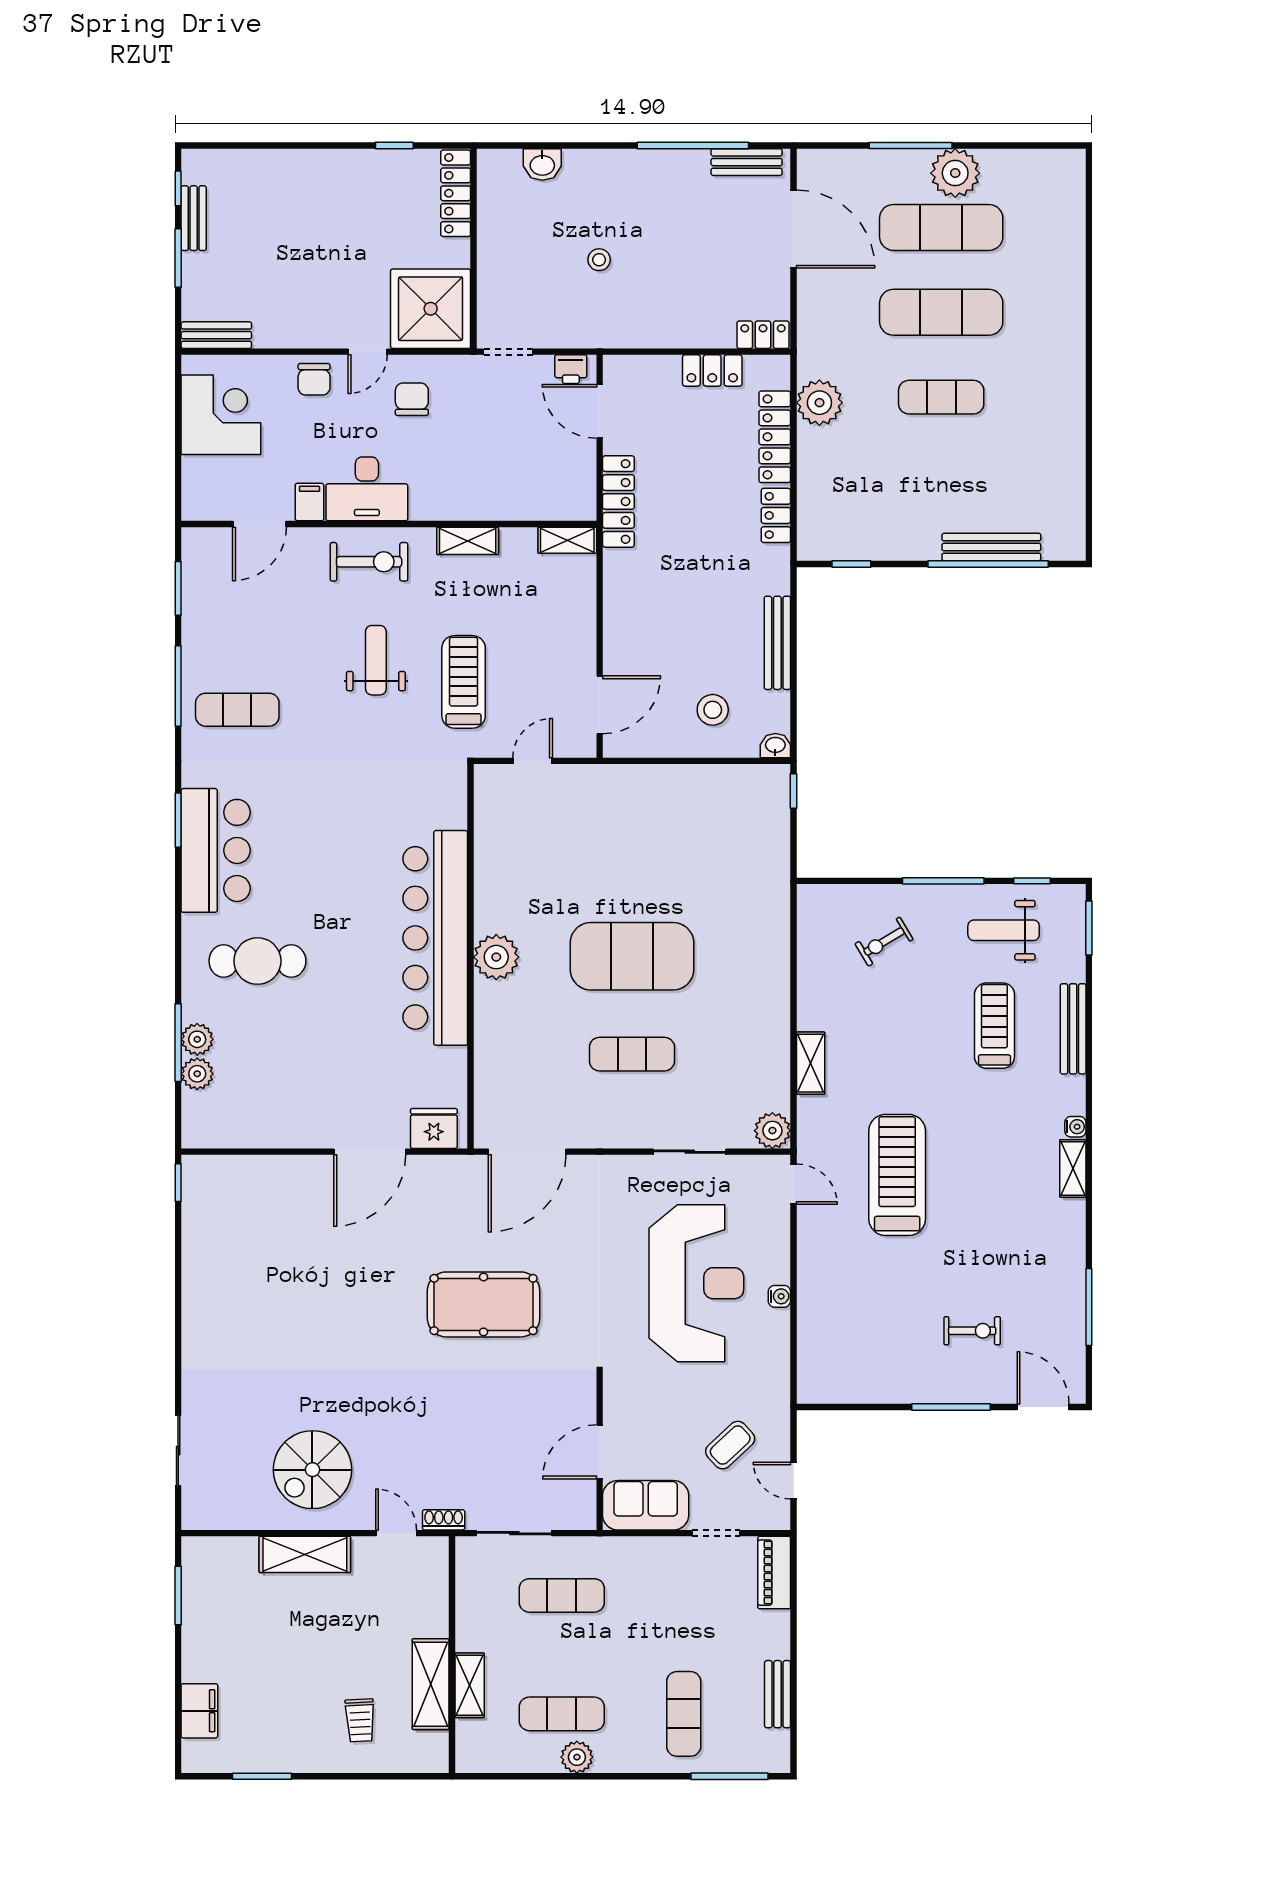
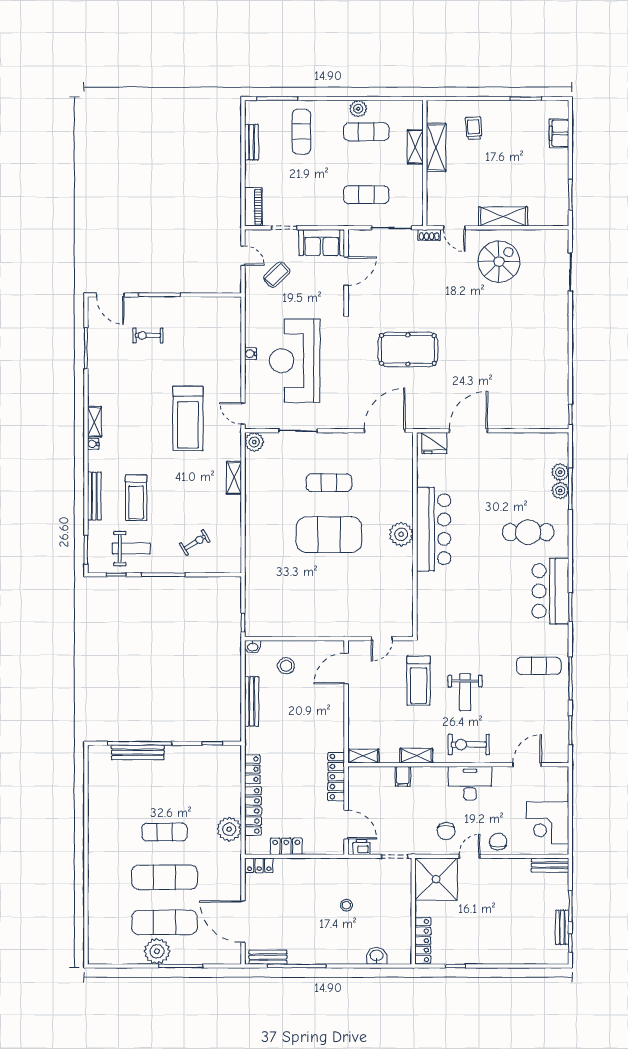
filing cabinet: (309, 502) -> (403, 776), moved
bar counter: (435, 938) -> (434, 529), width x0.73

